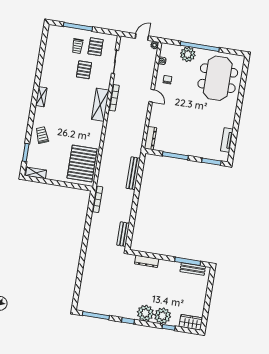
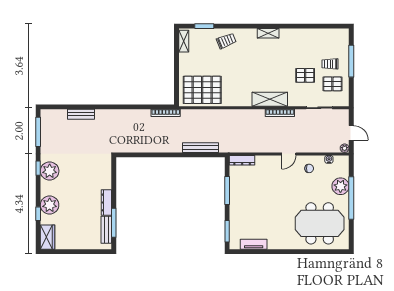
bench: (123, 234) -> (81, 114), moved
dresser: (147, 261) -> (106, 202), moved
plant: (145, 313) -> (50, 171), moved

